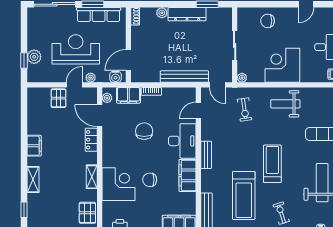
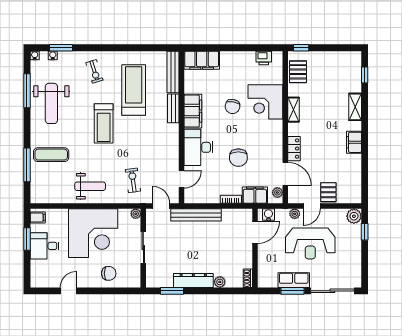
row of seats: (99, 15) -> (294, 280), width x0.68
plant: (34, 57) -> (354, 216), moved
corner desk: (282, 65) -> (93, 233), width x1.36, depth x1.36
bench: (206, 155) -> (173, 108), moved
chair: (150, 180) -> (233, 106), turned 99

